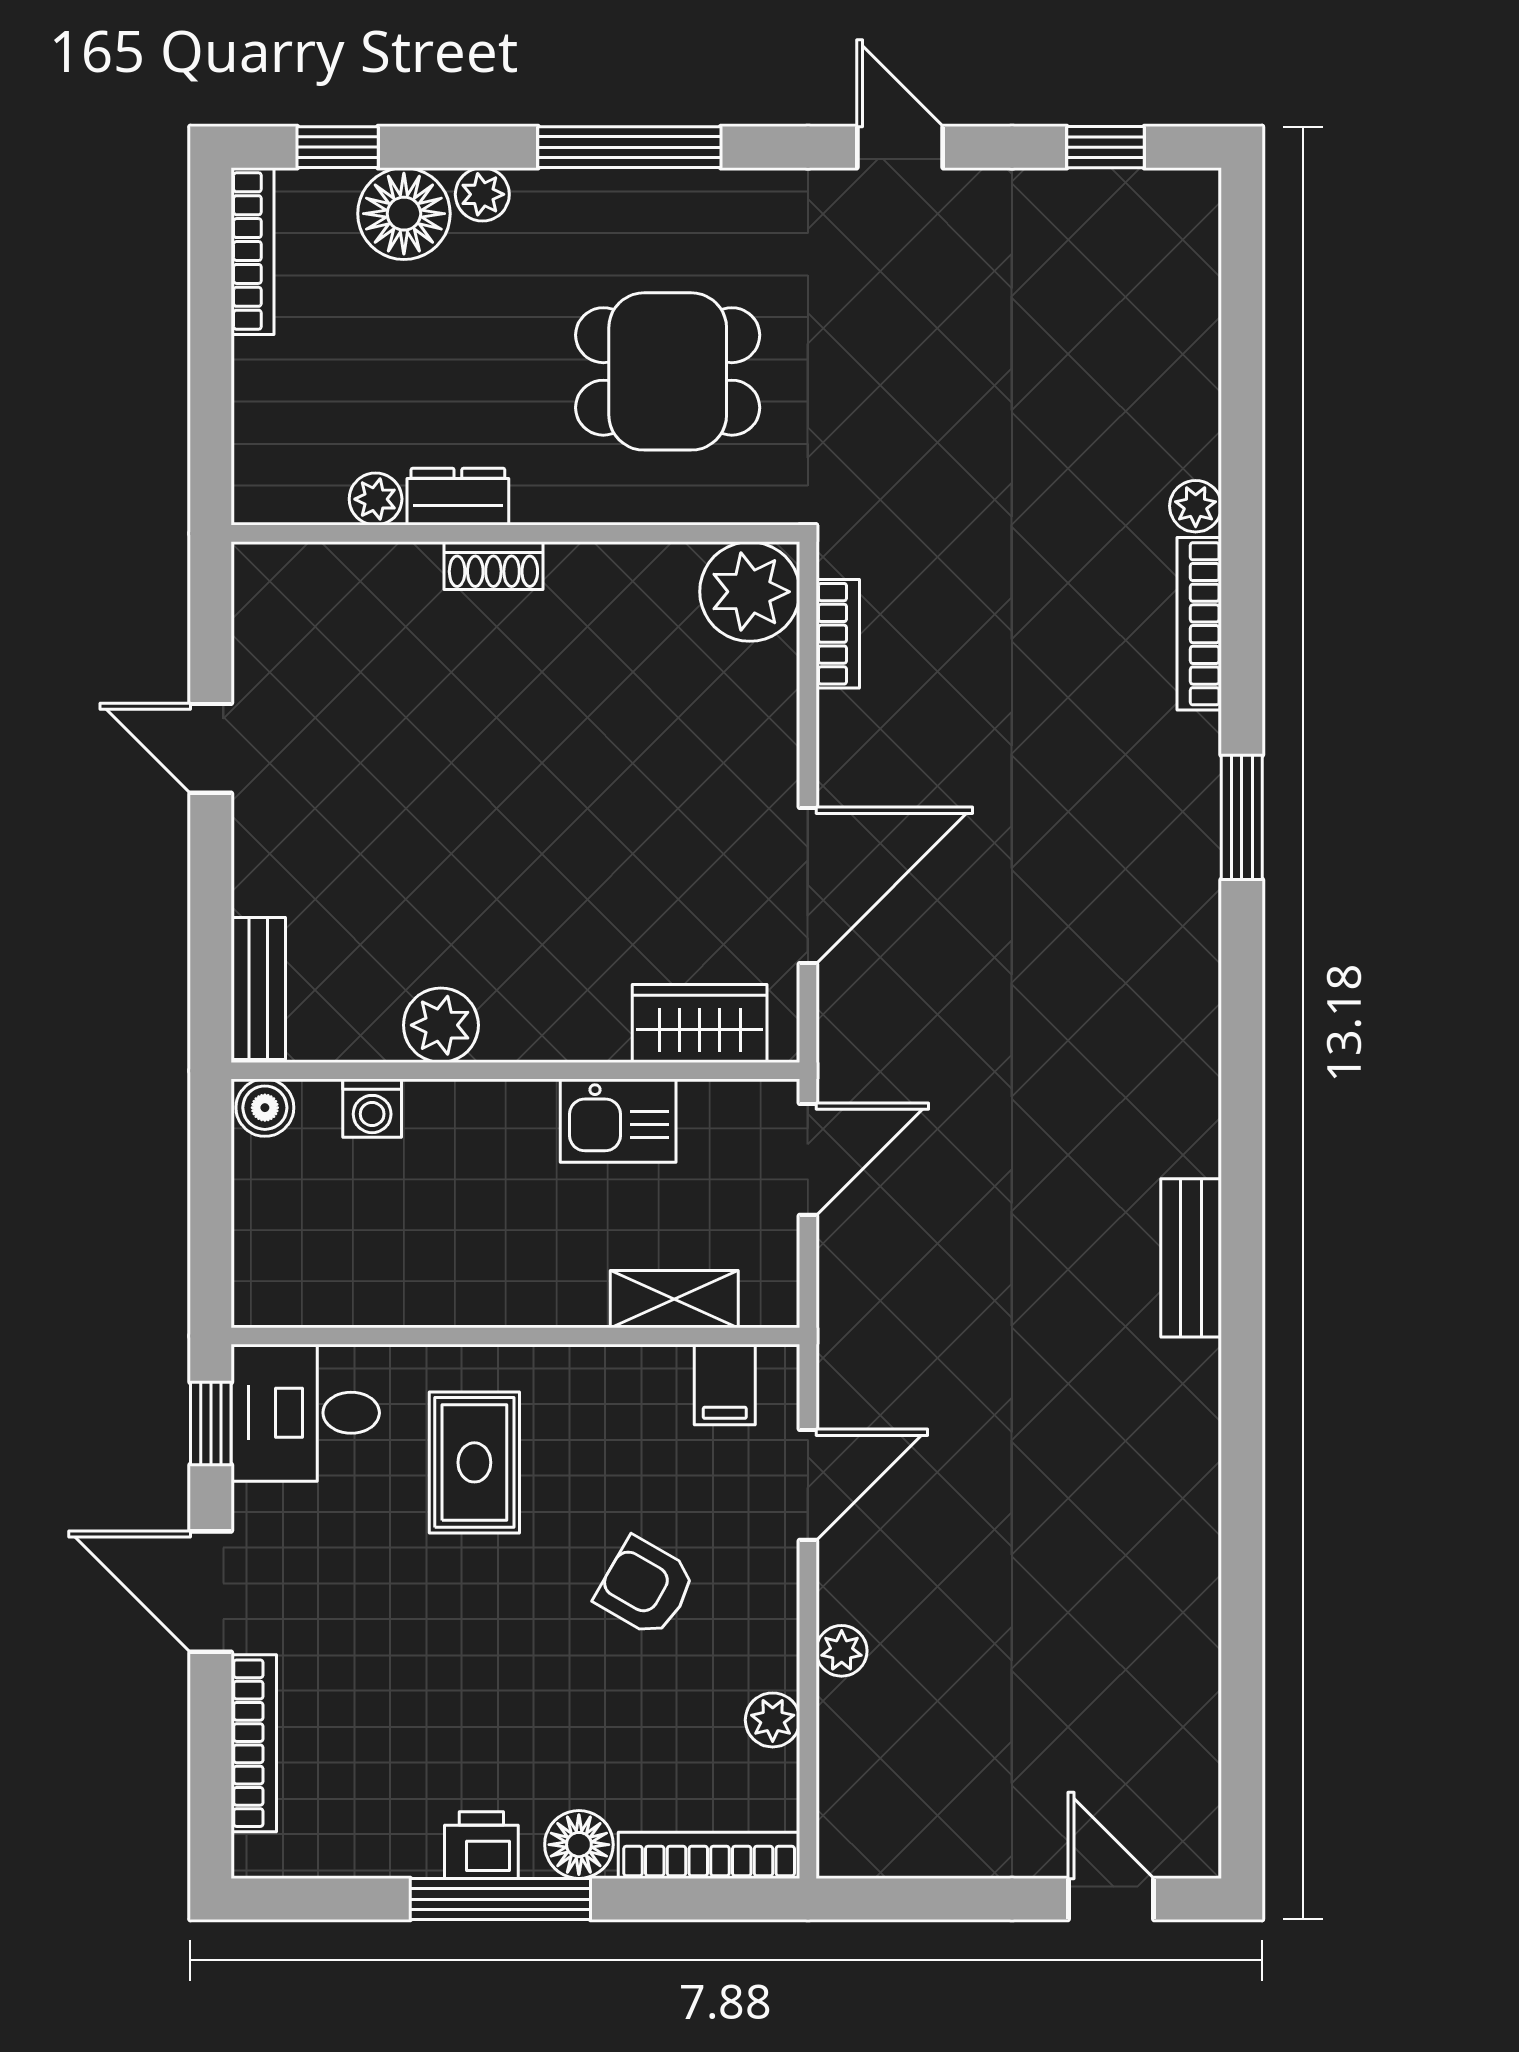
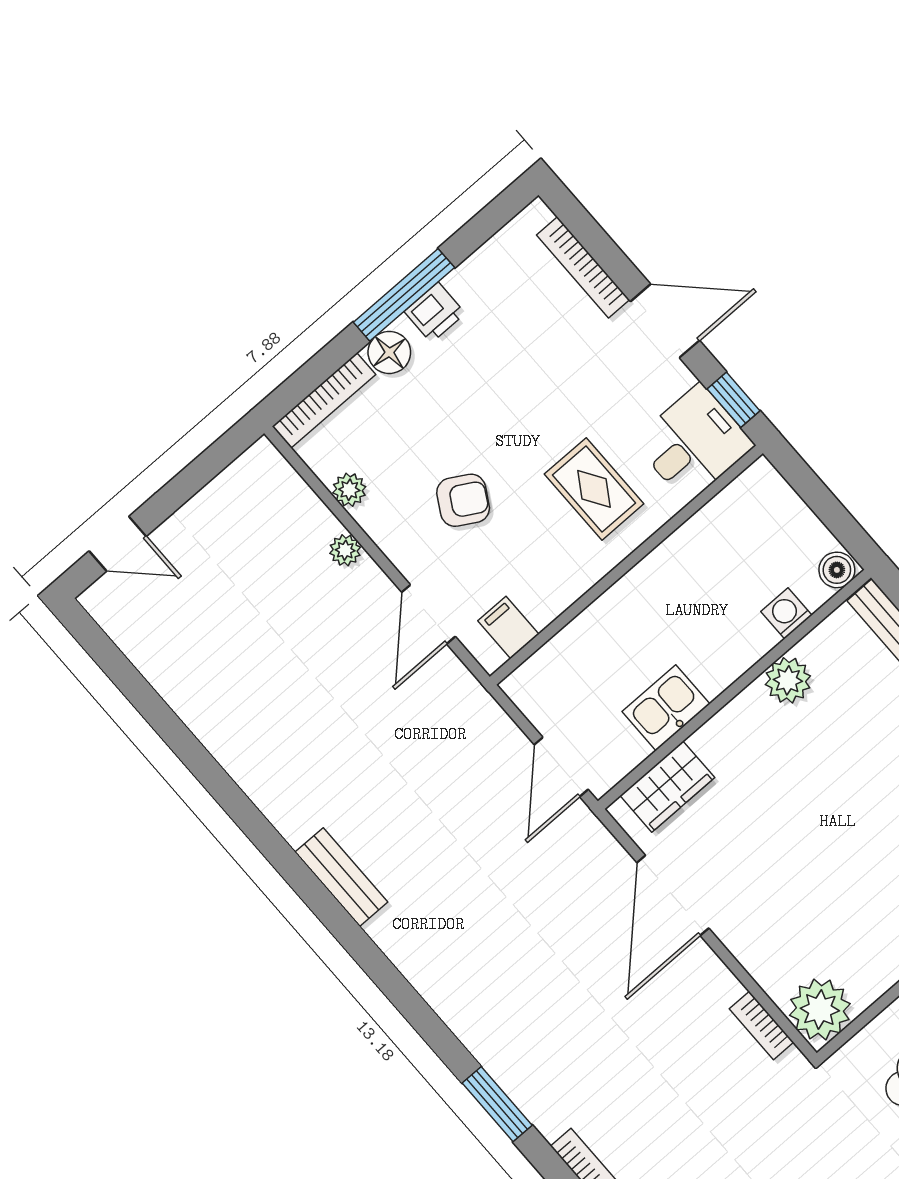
shelving: (674, 1299) -> (567, 647), removed

